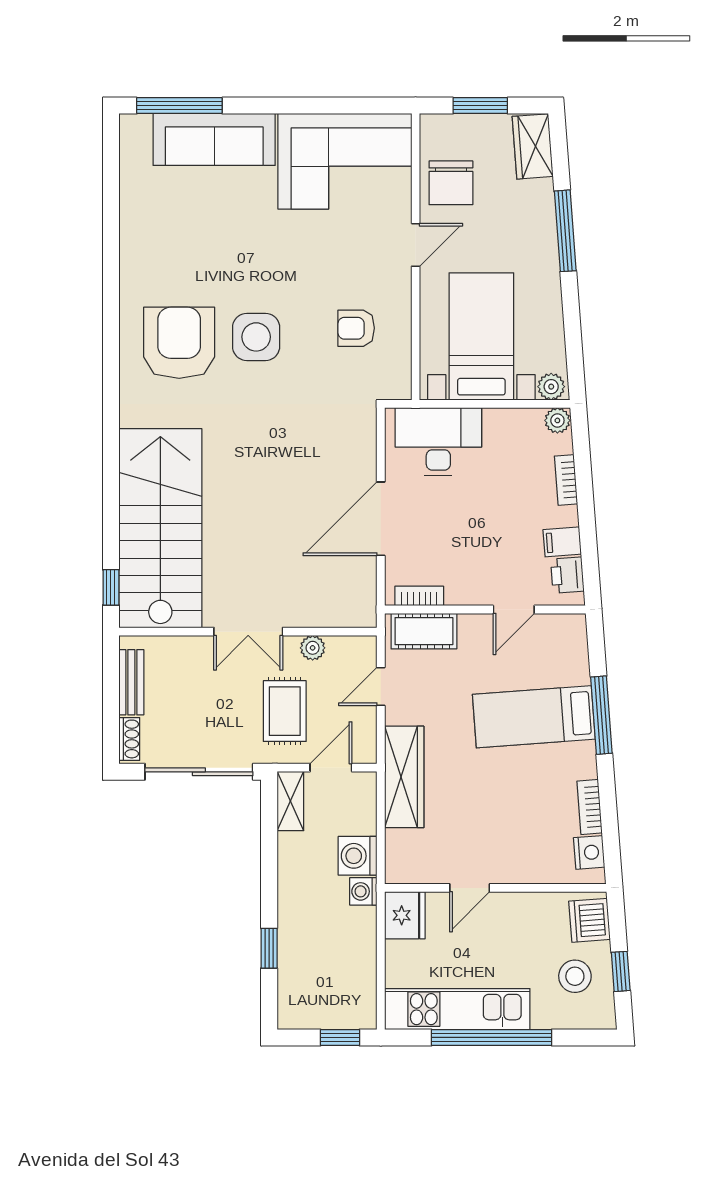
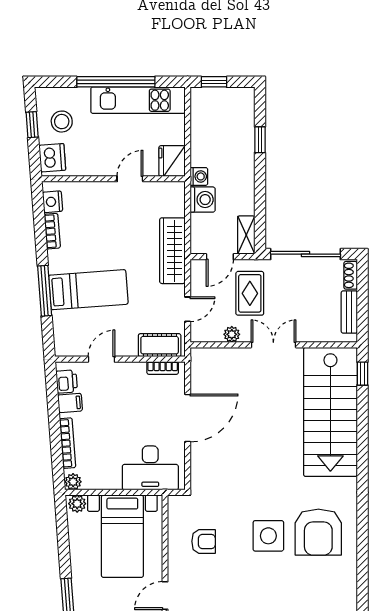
bookcase: (566, 480) -> (68, 443), width x1.56

